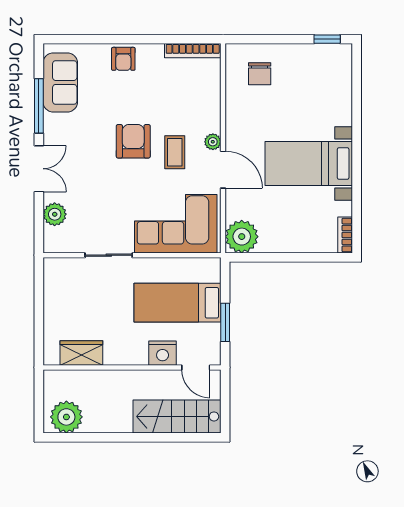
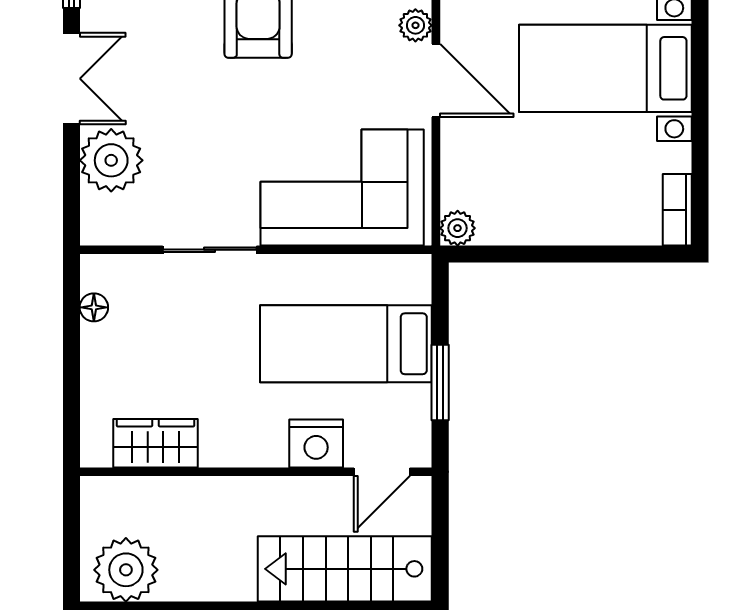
coffee table: (175, 152) -> (340, 46), removed
plant: (55, 214) -> (111, 160), width x1.36, depth x1.36
plant: (242, 237) -> (458, 228), width x0.53, depth x0.53
floor lamp: (50, 284) -> (94, 307), added
door: (196, 367) -> (382, 472), hinge flipped

